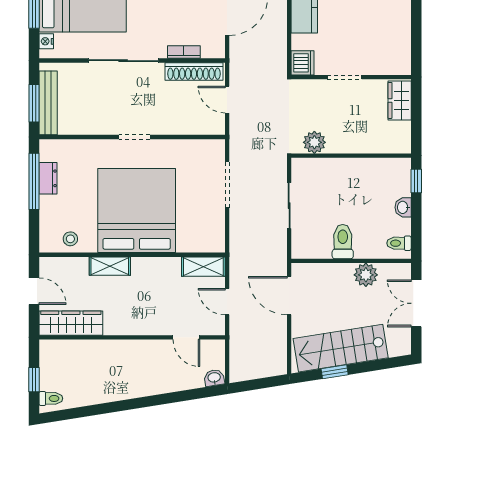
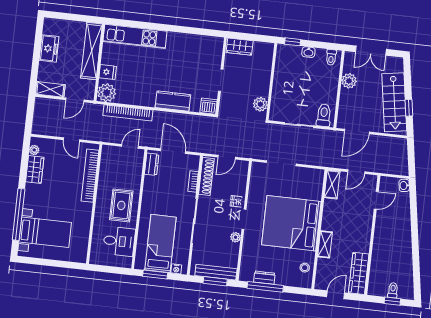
plant: (105, 127) -> (236, 237), added
toilet: (343, 242) -> (324, 115), moved, turned 90
toilet: (51, 398) -> (393, 290), moved

